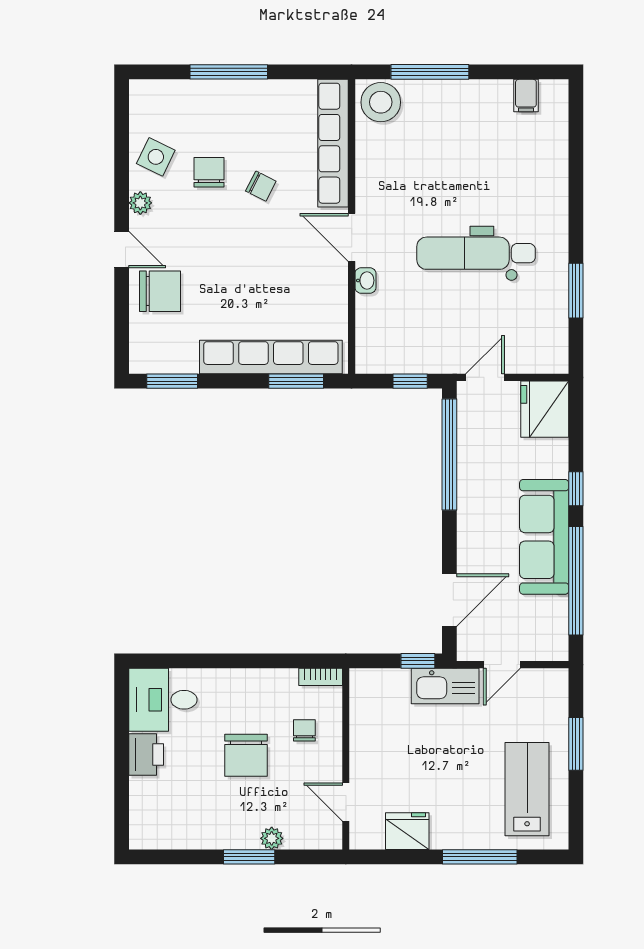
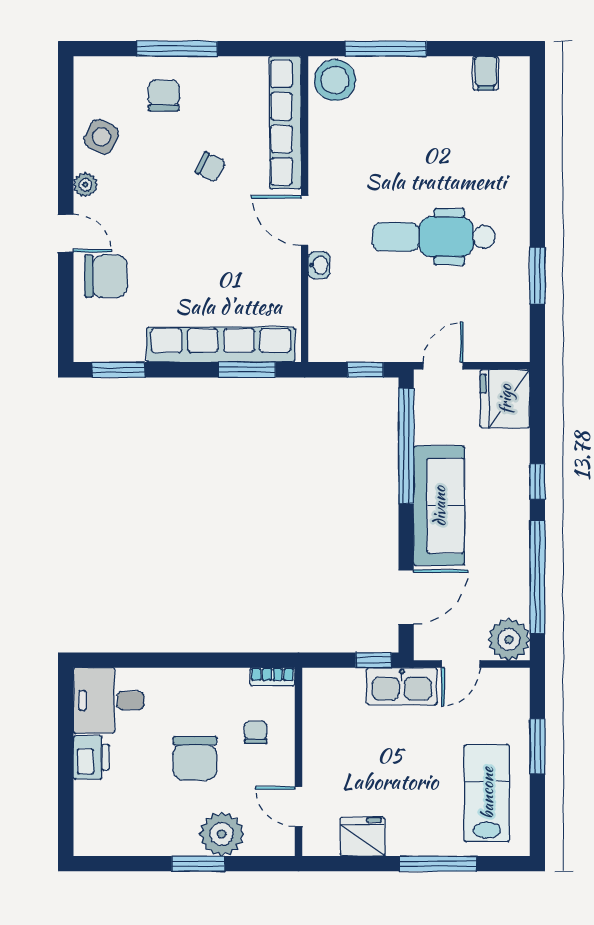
chair: (209, 172) -> (164, 96), moved
sofa: (544, 537) -> (439, 506), moved, turned 180
plant: (548, 641) -> (509, 639), added
plant: (272, 838) -> (222, 834), width x1.88, depth x1.88

